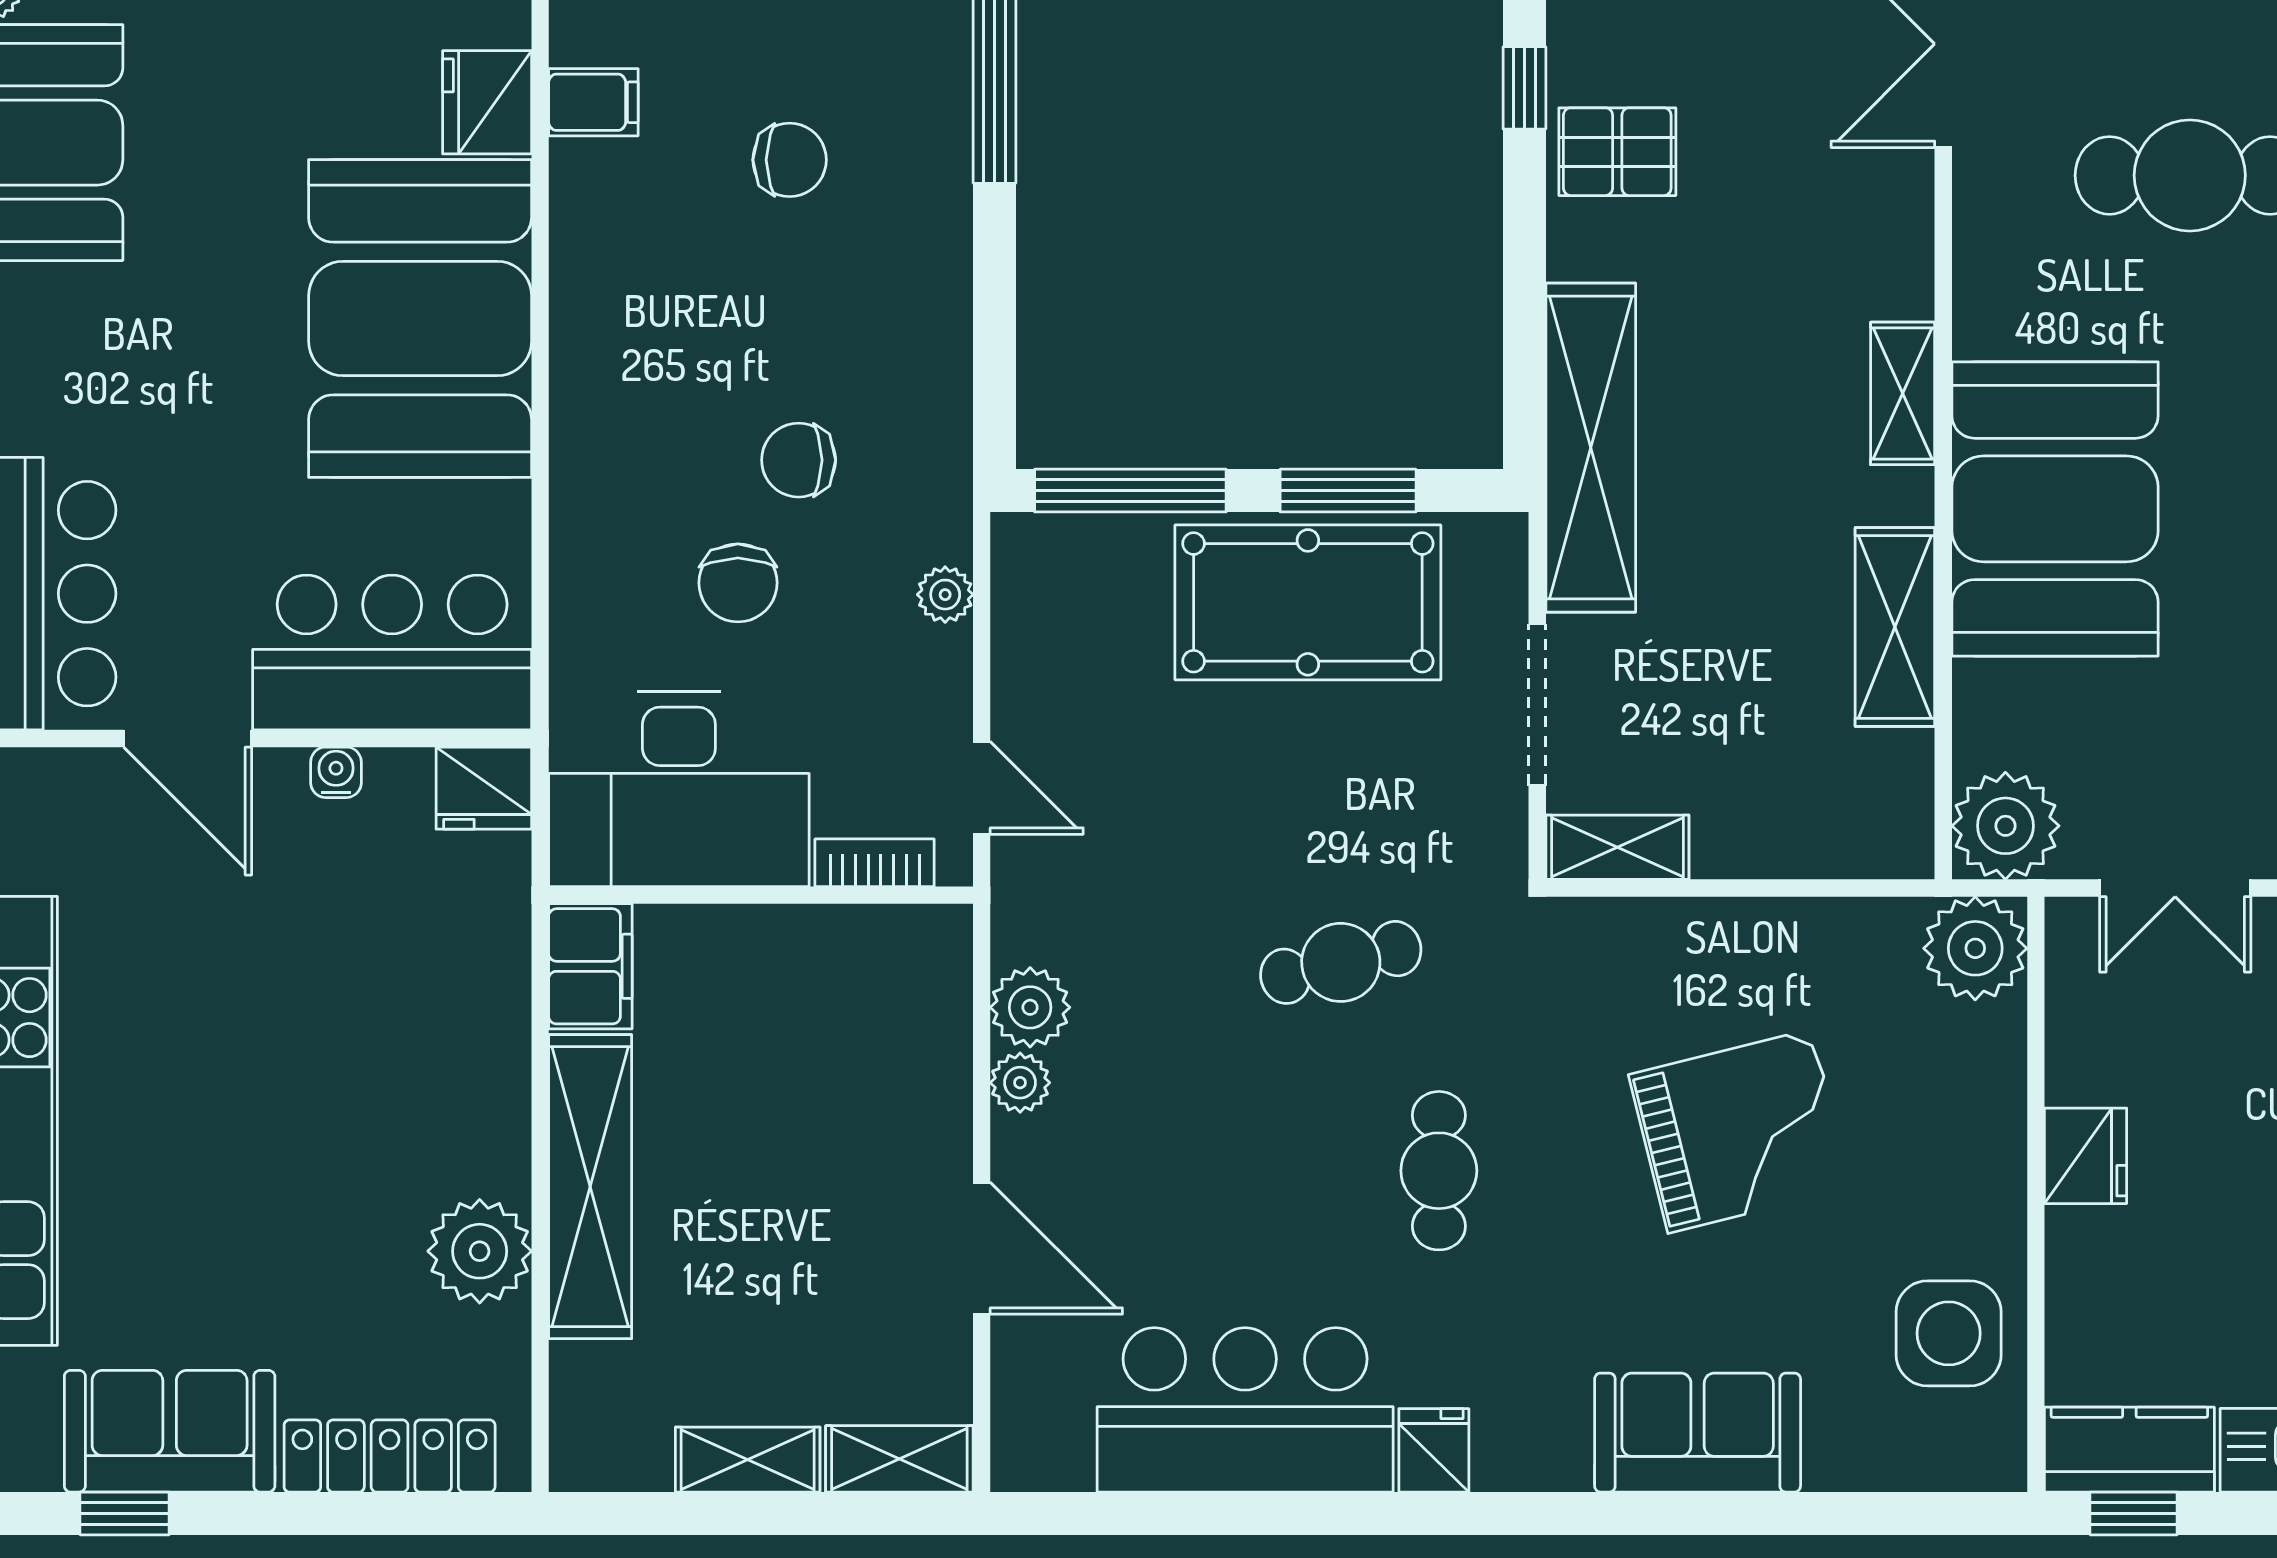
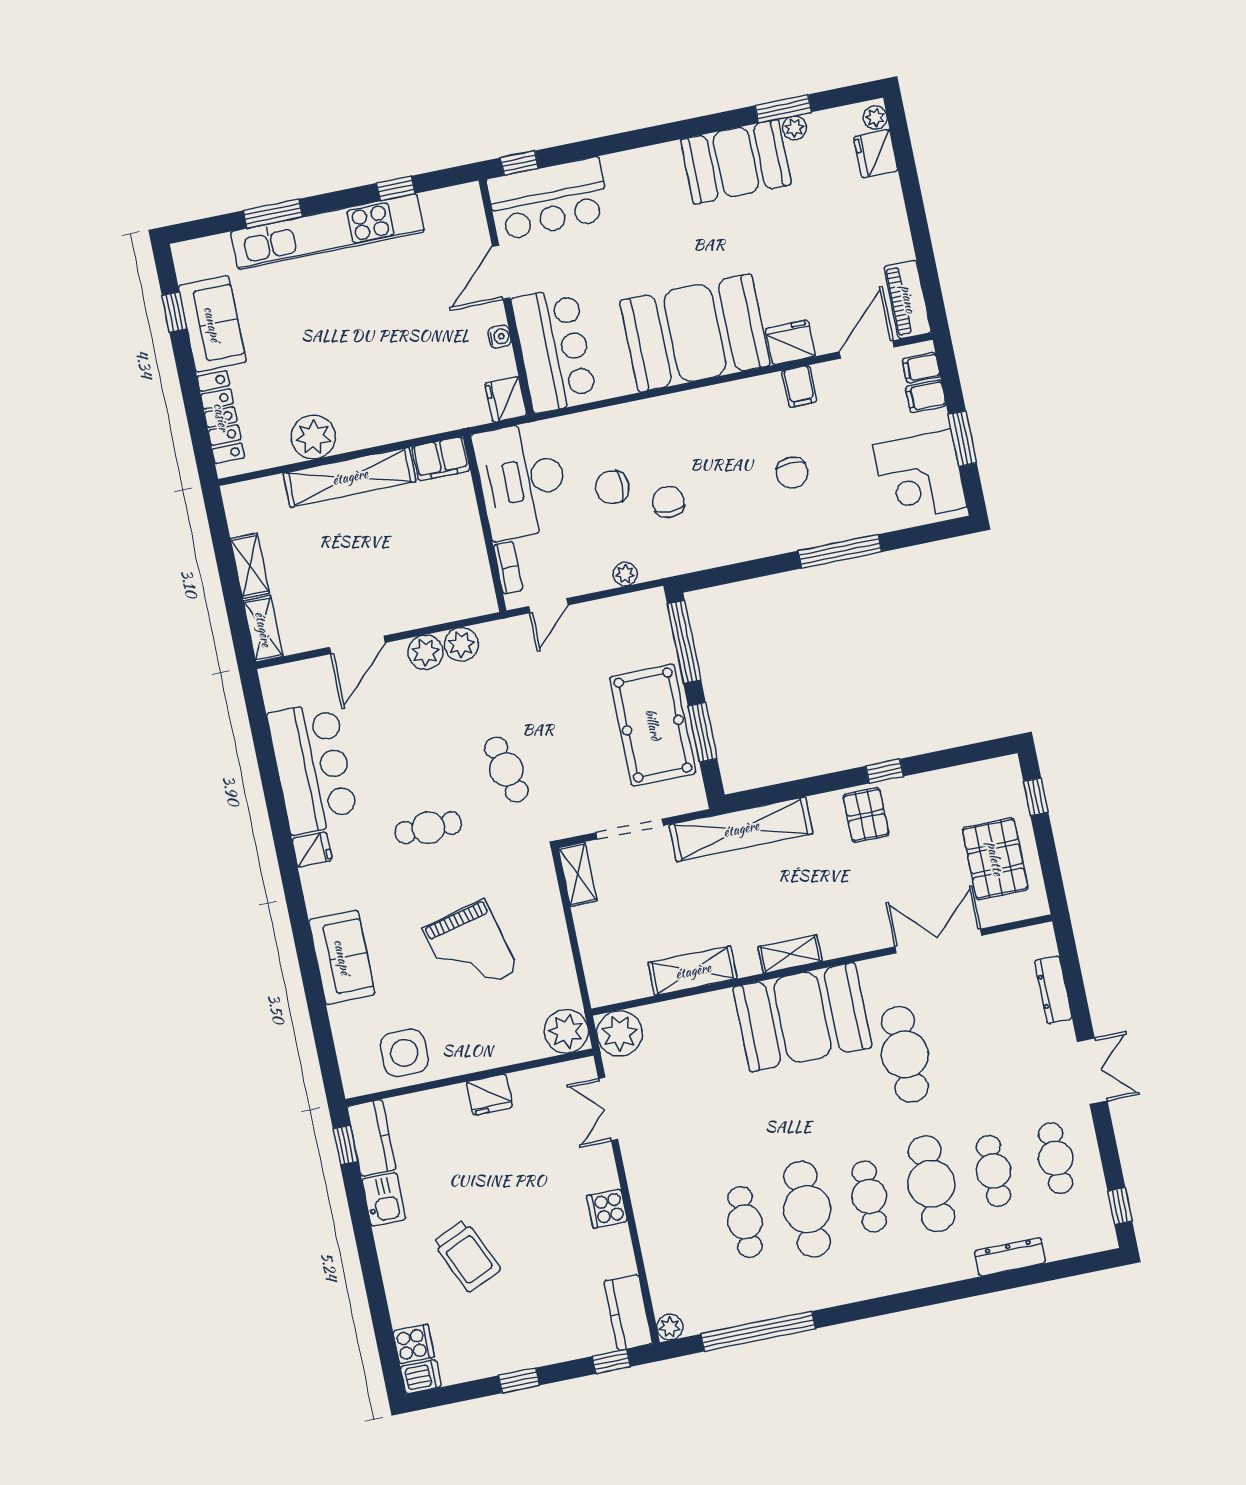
booth: (2055, 509) -> (802, 1017), moved
plant: (1020, 1083) -> (426, 652), width x1.38, depth x1.38

